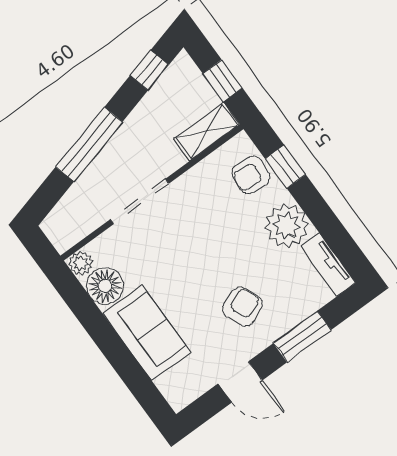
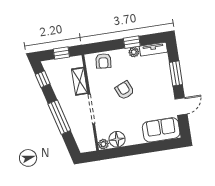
shelving: (207, 131) -> (80, 81), moved
window: (285, 167) -> (132, 42), moved
plant: (287, 226) -> (134, 52), width x0.53, depth x0.53
armchair: (243, 307) -> (125, 90), moved
sofa: (147, 333) -> (161, 130), moved

